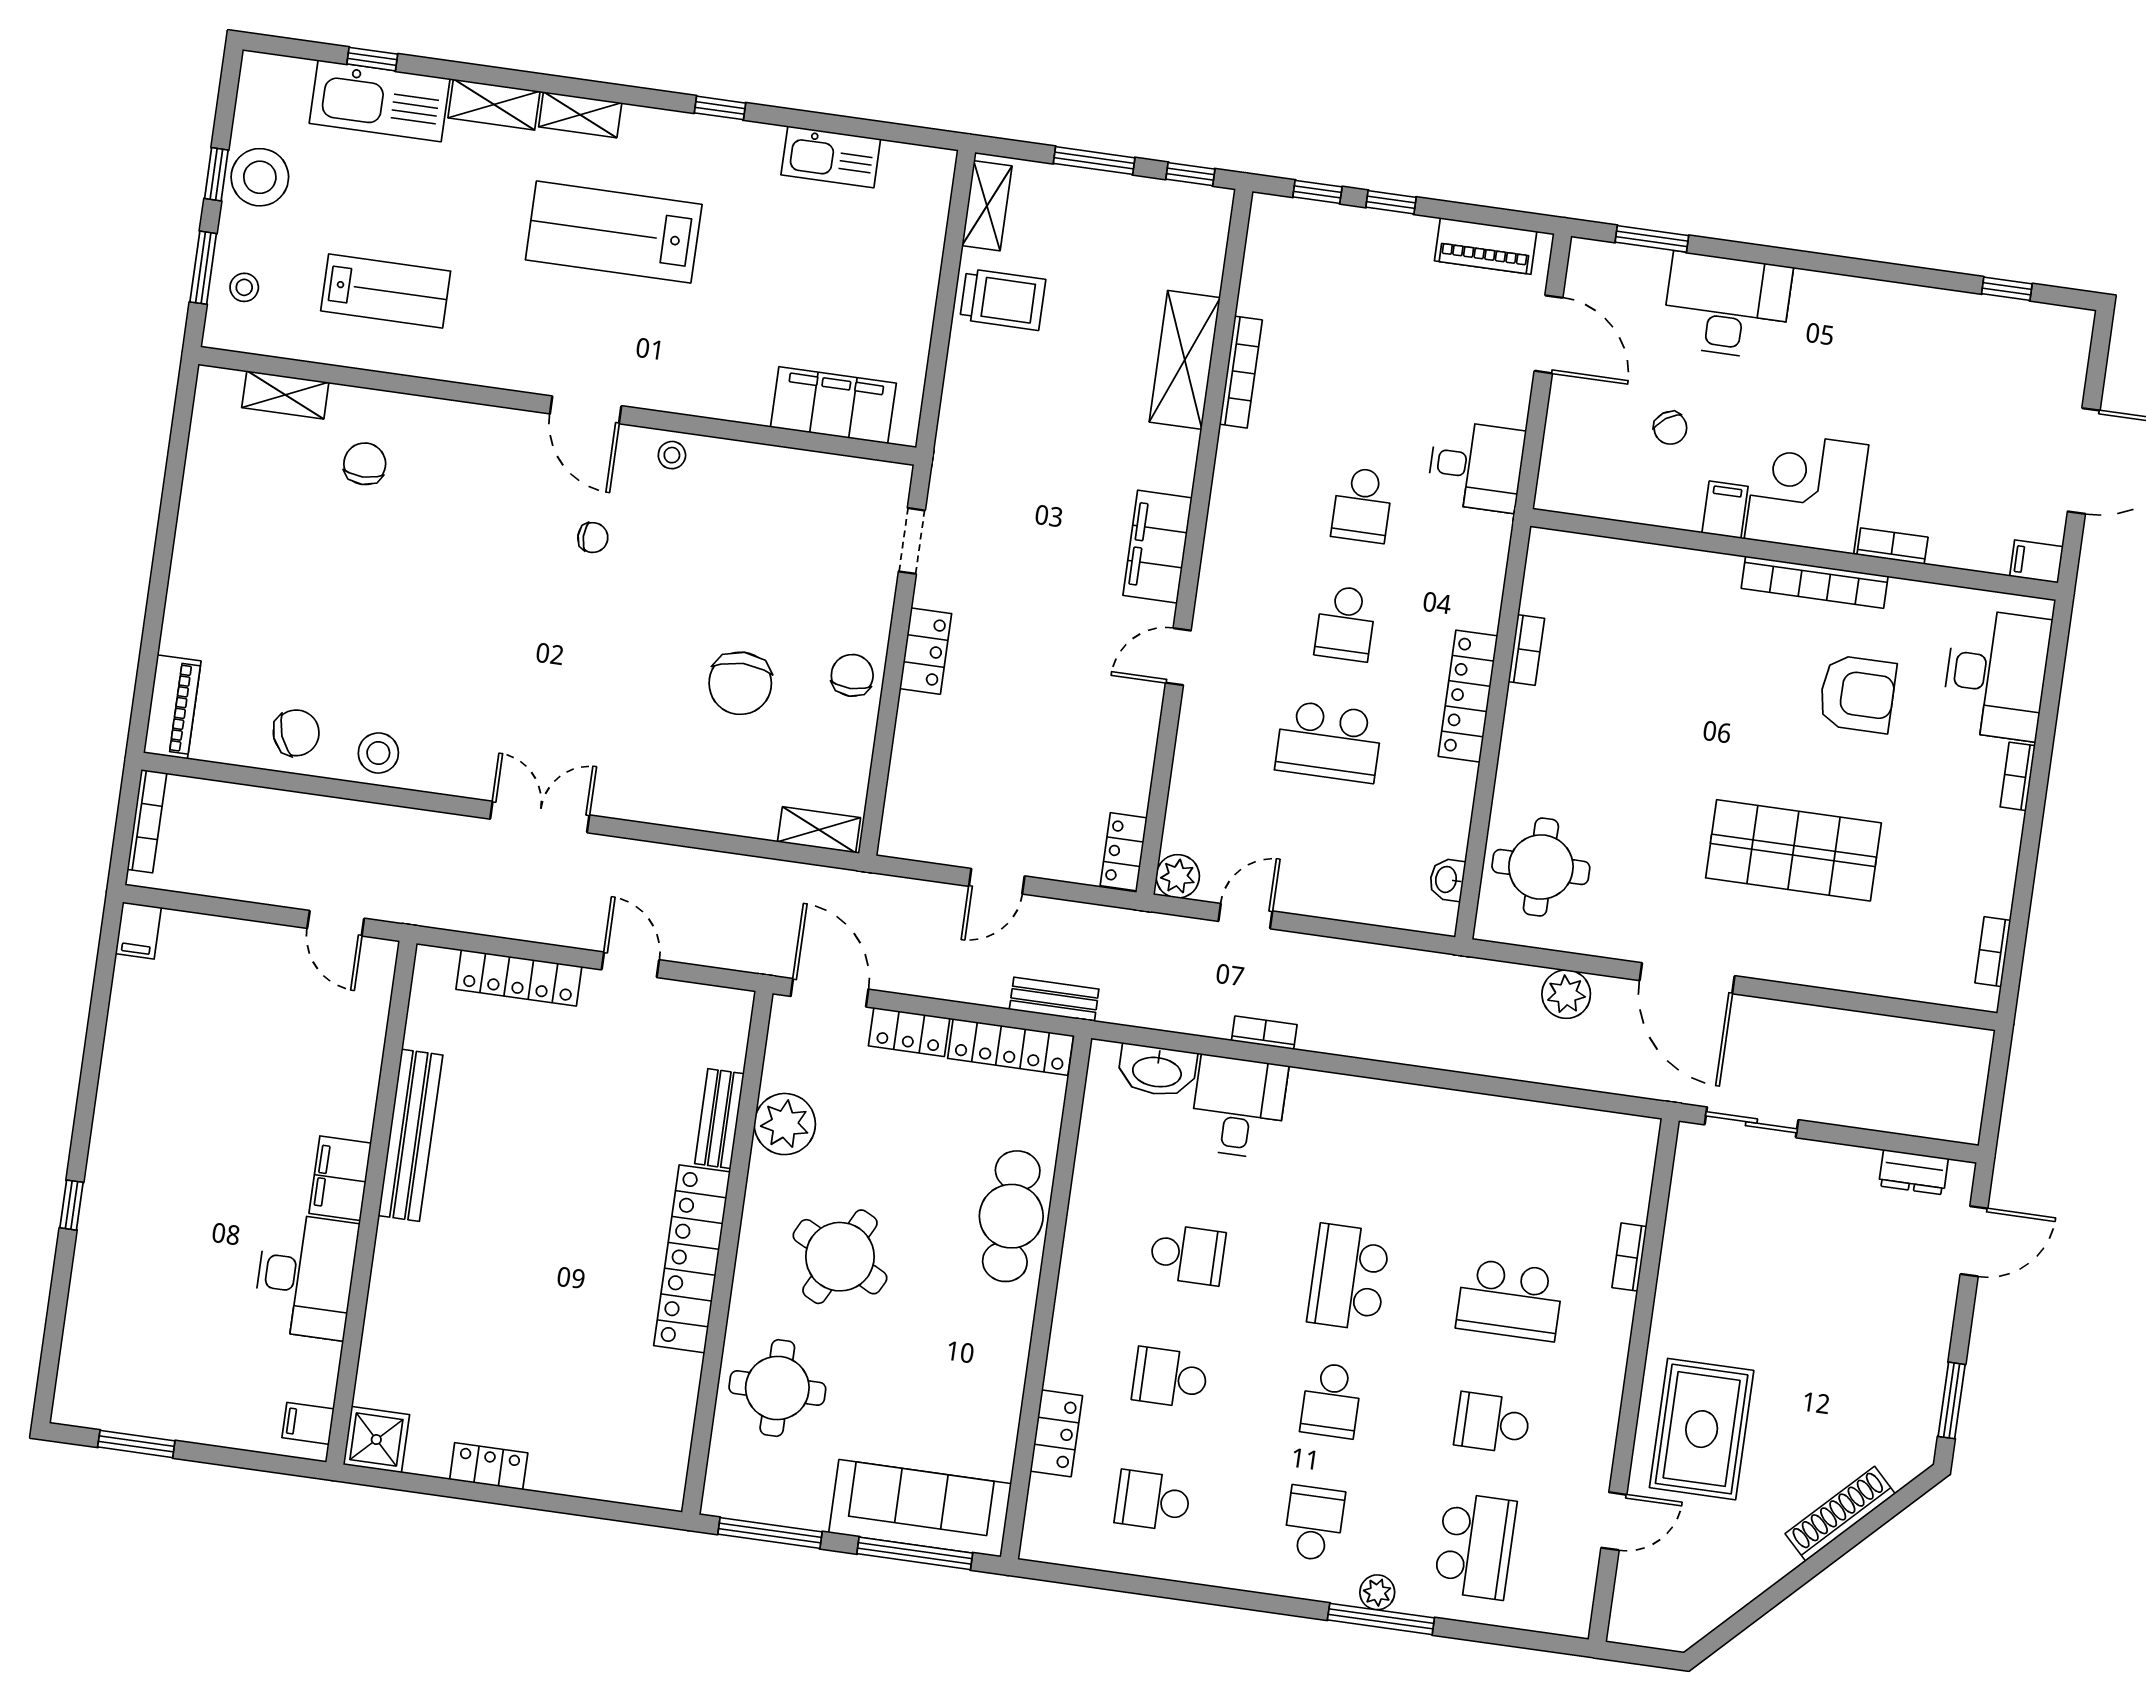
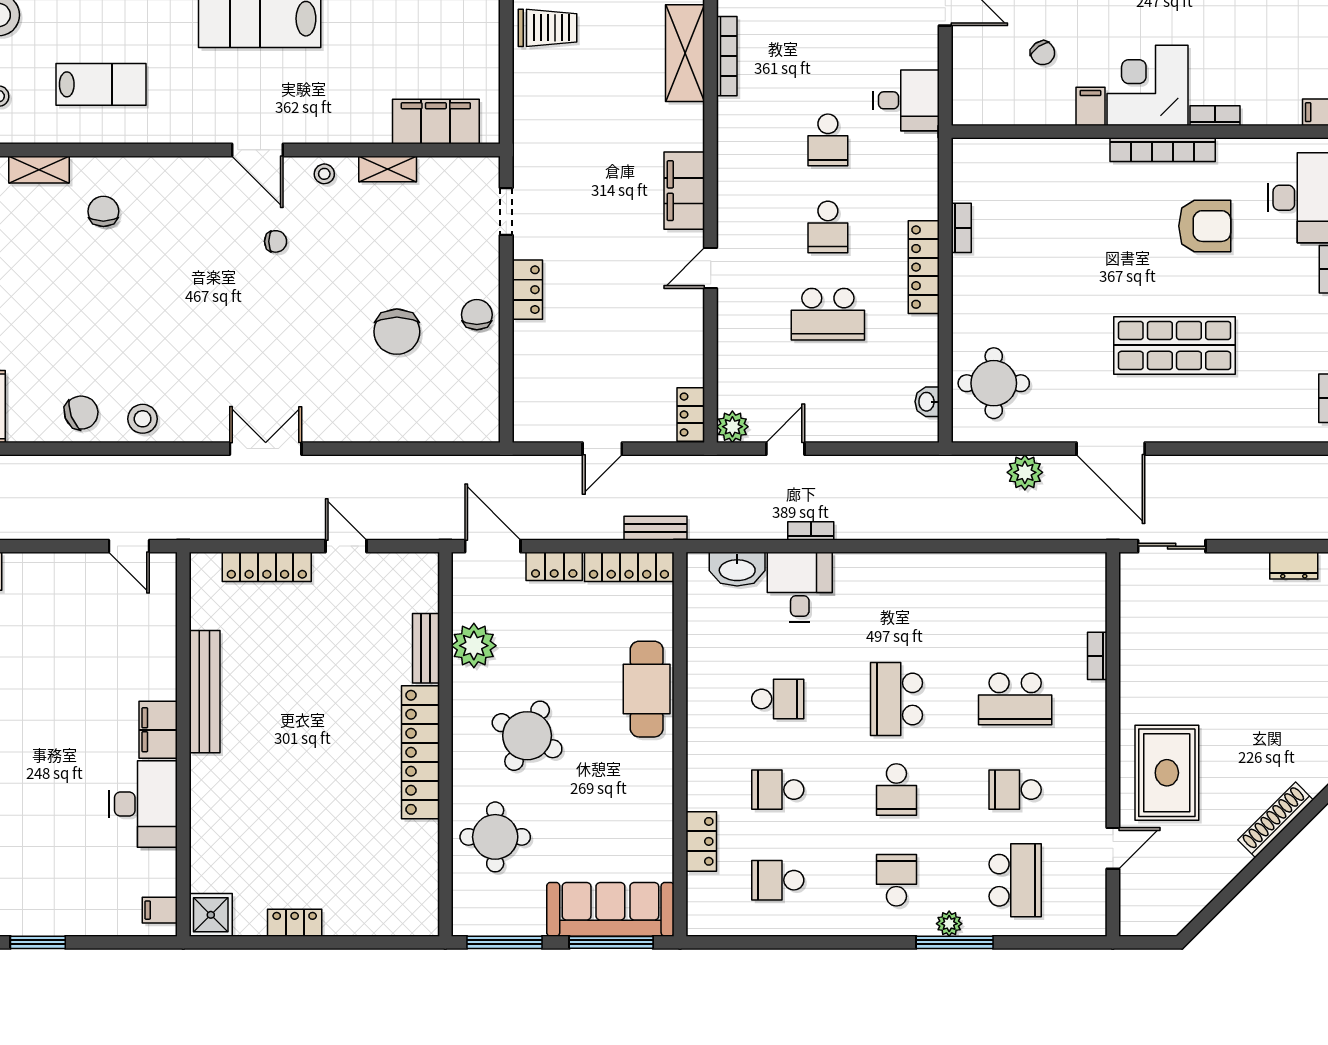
shelving: (819, 830) -> (388, 169), moved

